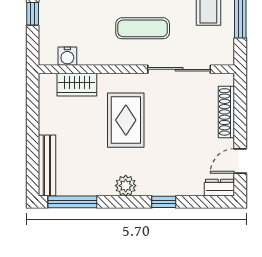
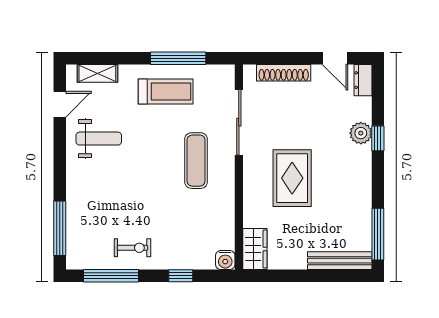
water cooler: (67, 56) -> (225, 260), moved, turned 90
wardrobe: (77, 85) -> (255, 249), moved
rug: (126, 120) -> (292, 178), turned 90
plant: (126, 186) -> (361, 133), moved

